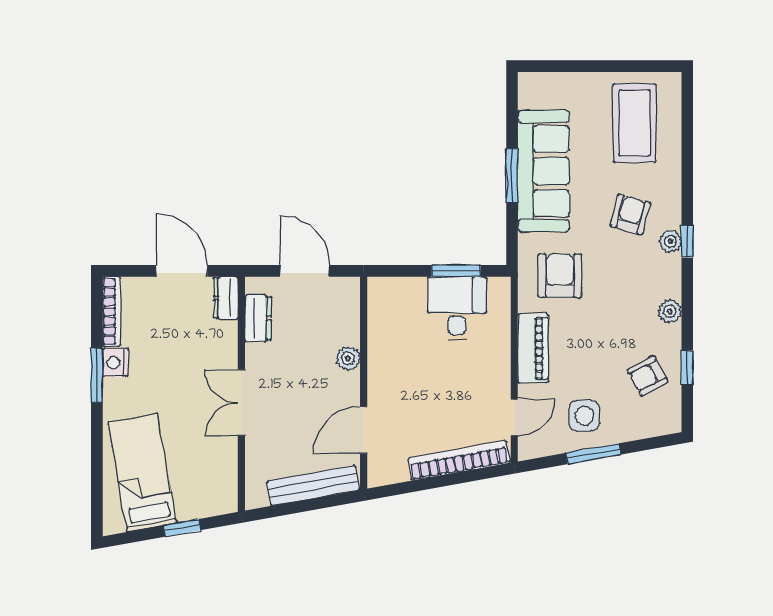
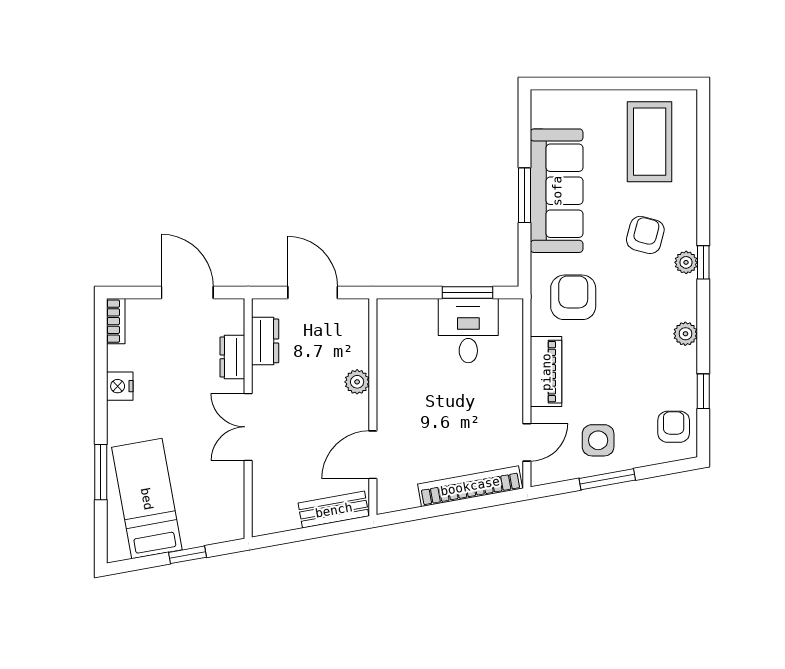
dresser: (226, 298) -> (232, 357), moved
bookcase: (112, 311) -> (116, 321), width x0.64
window: (97, 375) -> (101, 472), moved
armchair: (648, 376) -> (674, 427), moved, turned 118
bench: (313, 486) -> (334, 510), width x0.73

